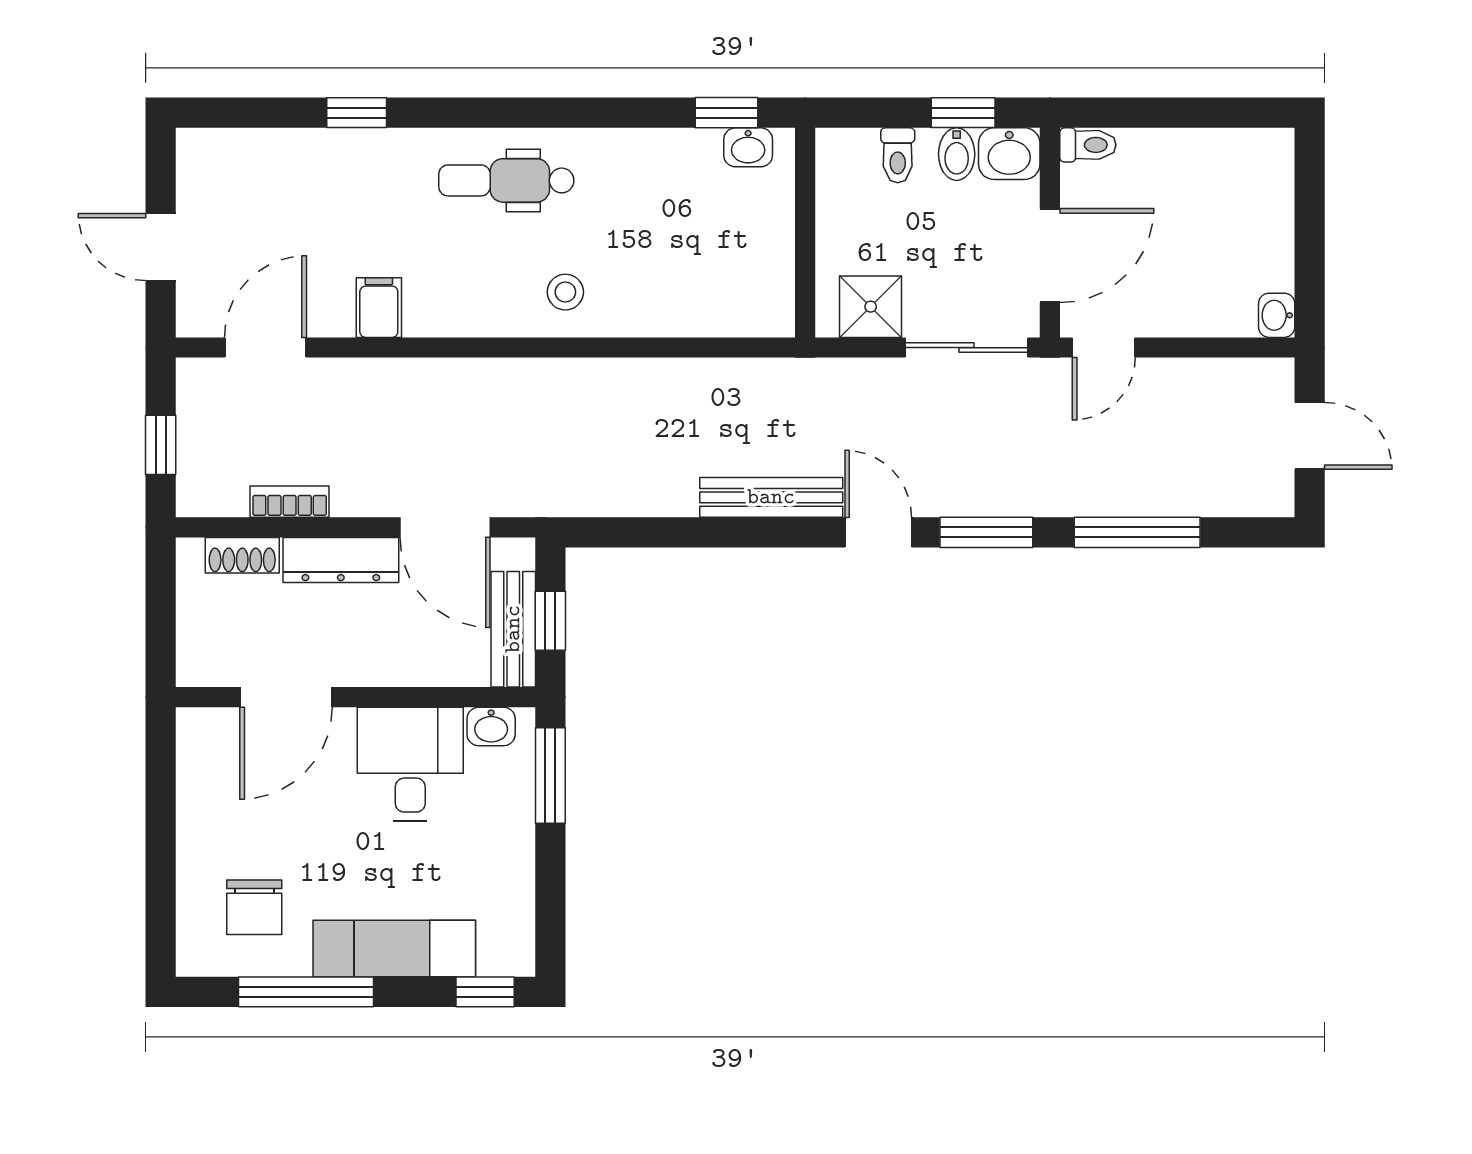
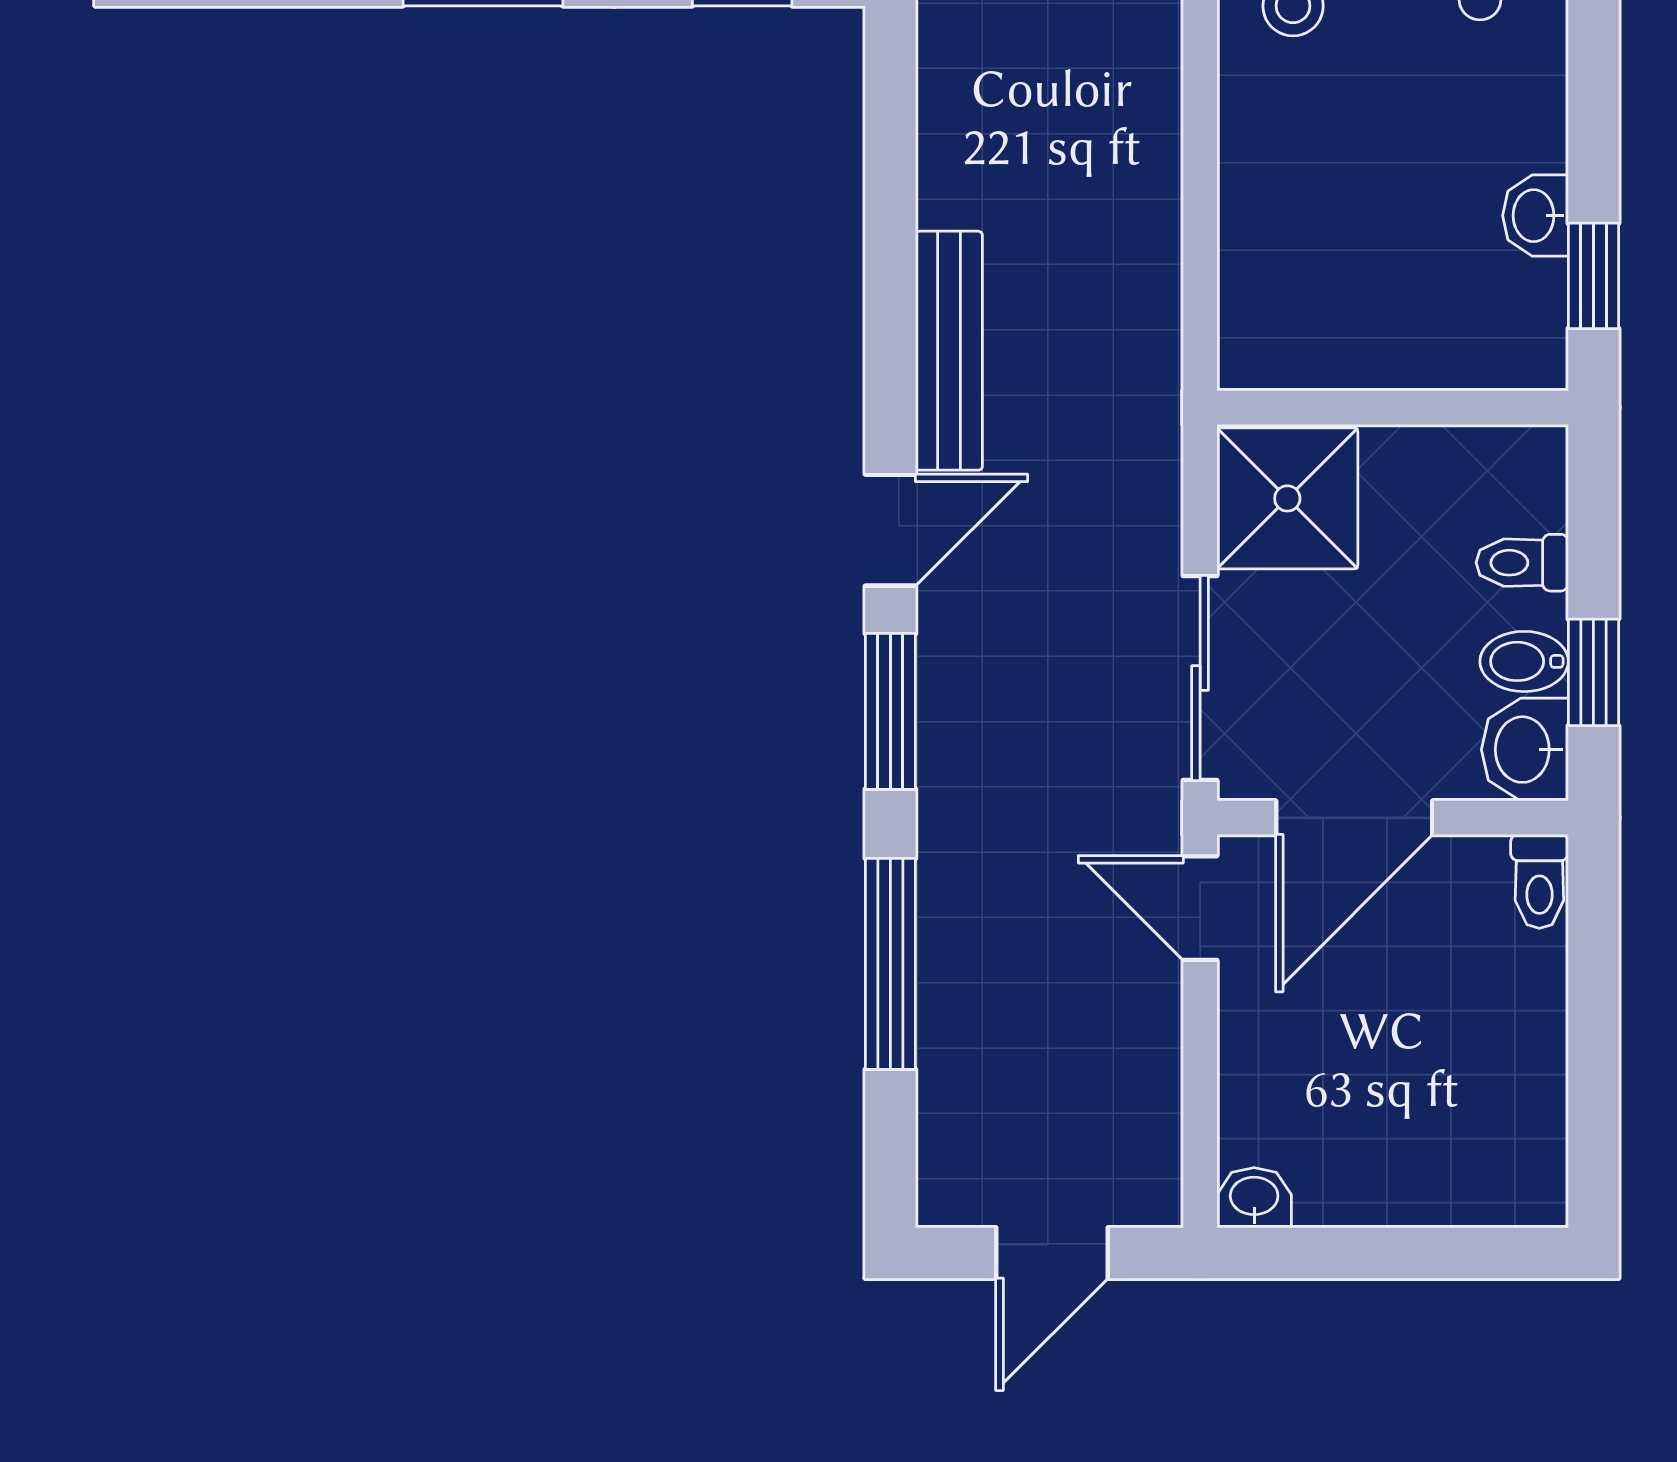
washbasin: (748, 147) -> (1536, 216), moved
door: (1050, 256) -> (1354, 818), hinge flipped
shower: (871, 307) -> (1287, 498), width x1.36, depth x1.36

